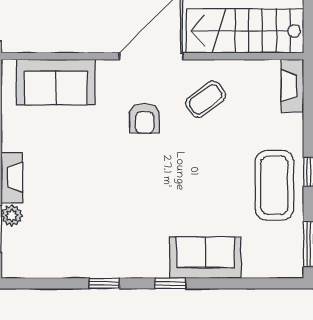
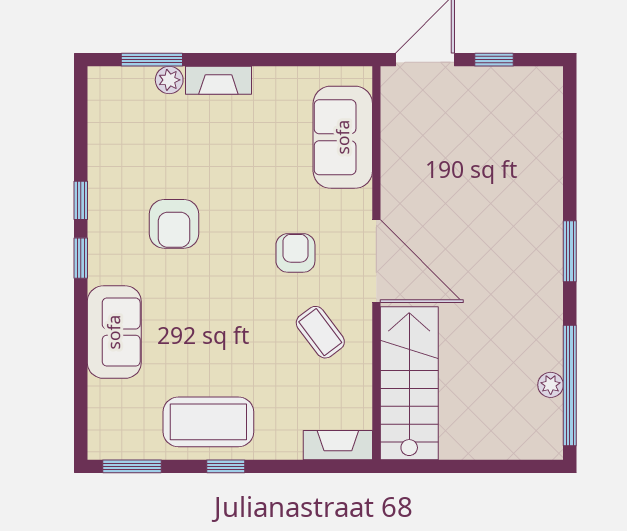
armchair: (145, 118) -> (295, 253), turned 90
armchair: (122, 212) -> (174, 224), added
window: (170, 283) -> (81, 258), moved

